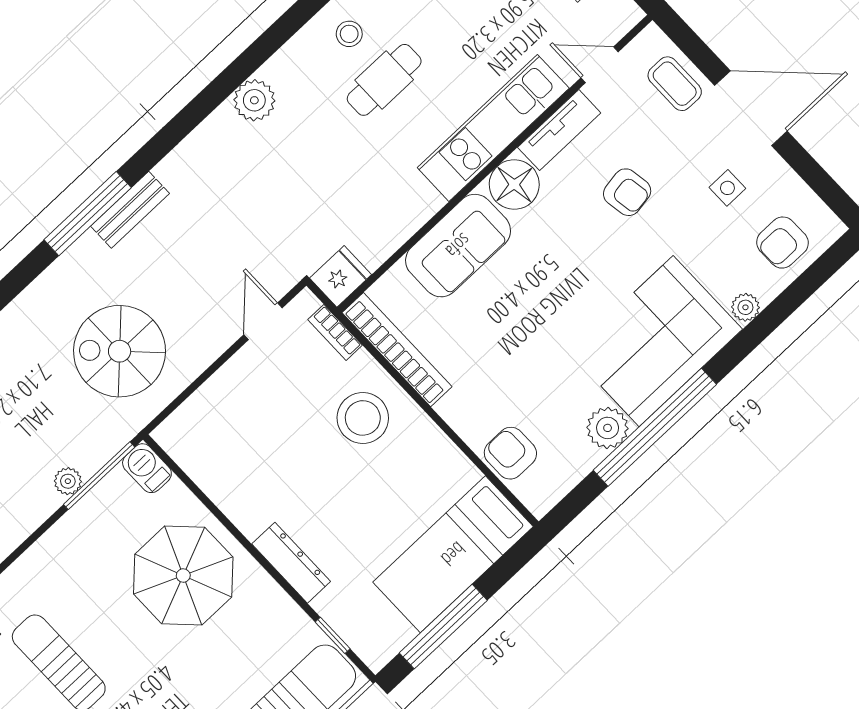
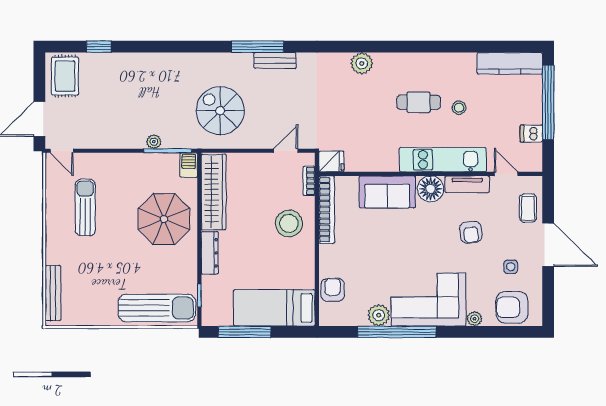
stool: (349, 34) -> (459, 108), moved
armchair: (782, 243) -> (512, 307), width x1.38, depth x1.38
wardrobe: (217, 473) -> (214, 192), added

